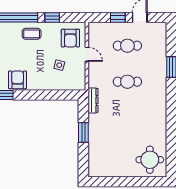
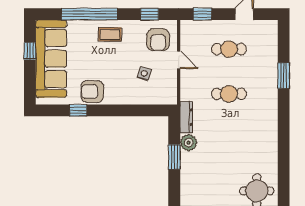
window: (52, 17) -> (150, 14), moved
window: (118, 17) -> (202, 14), moved
armchair: (18, 80) -> (92, 92), turned -90
plant: (95, 121) -> (189, 143), added

